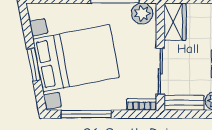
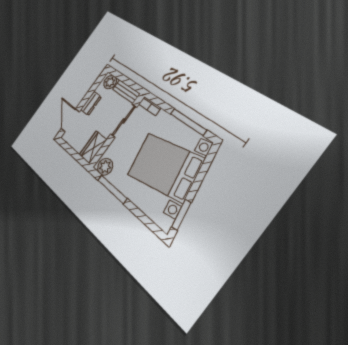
window: (34, 64) -> (181, 215), moved

